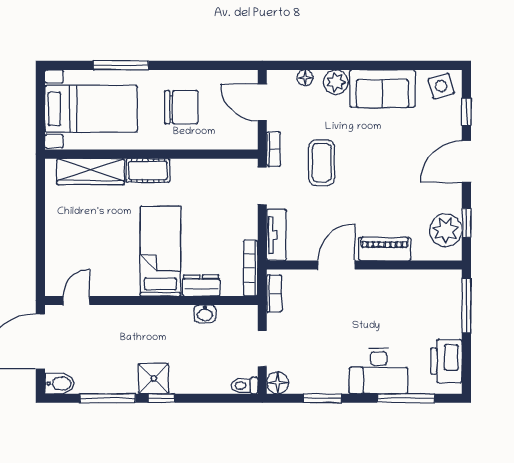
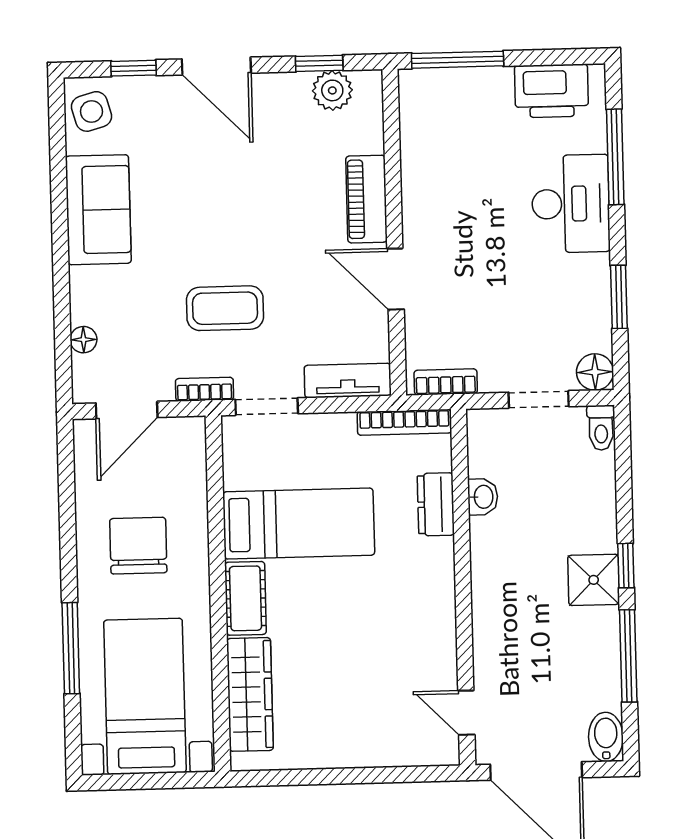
plant: (336, 82) -> (89, 288), removed
plant: (446, 230) -> (332, 90), width x0.73, depth x0.73
bed: (160, 251) -> (299, 524), moved, turned 180

